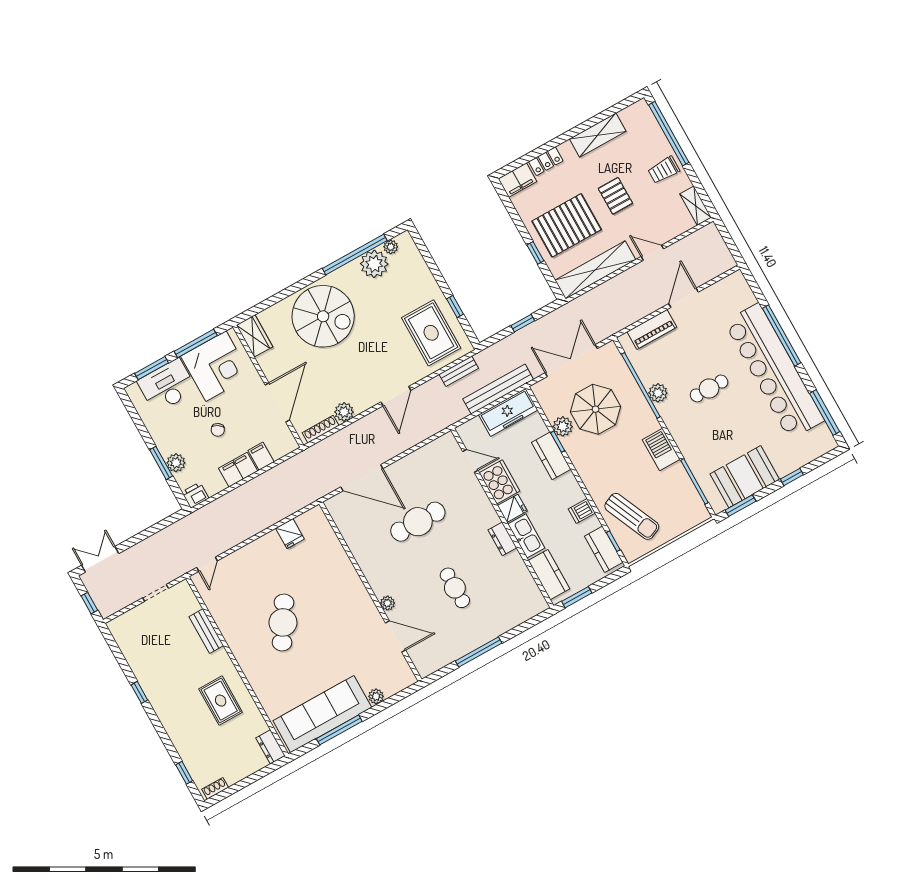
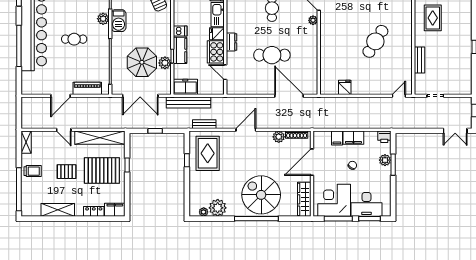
pallet: (615, 196) -> (67, 172), turned 90
window: (355, 255) -> (256, 219), moved
wardrobe: (254, 336) -> (304, 199), width x1.50
plant: (658, 393) -> (103, 19), moved
freezer: (508, 412) -> (185, 87), width x0.71
dishwasher: (582, 511) -> (180, 31), moved
dresser: (502, 539) -> (231, 42), moved

